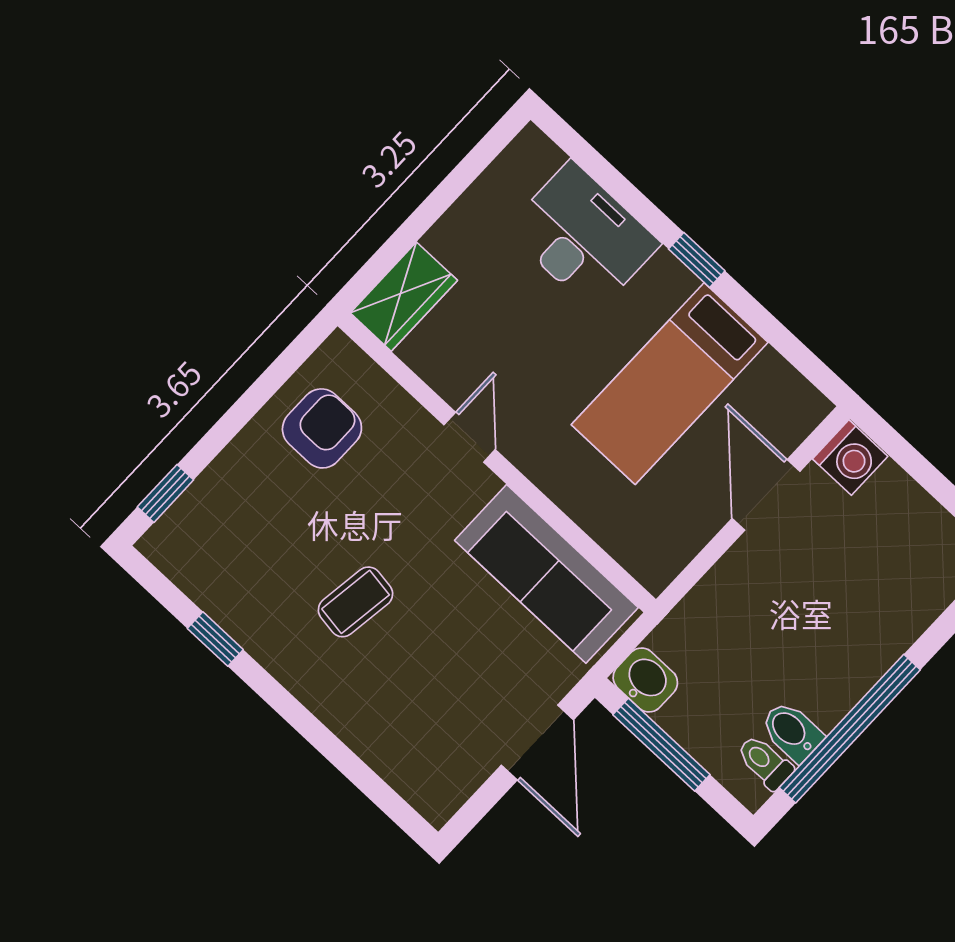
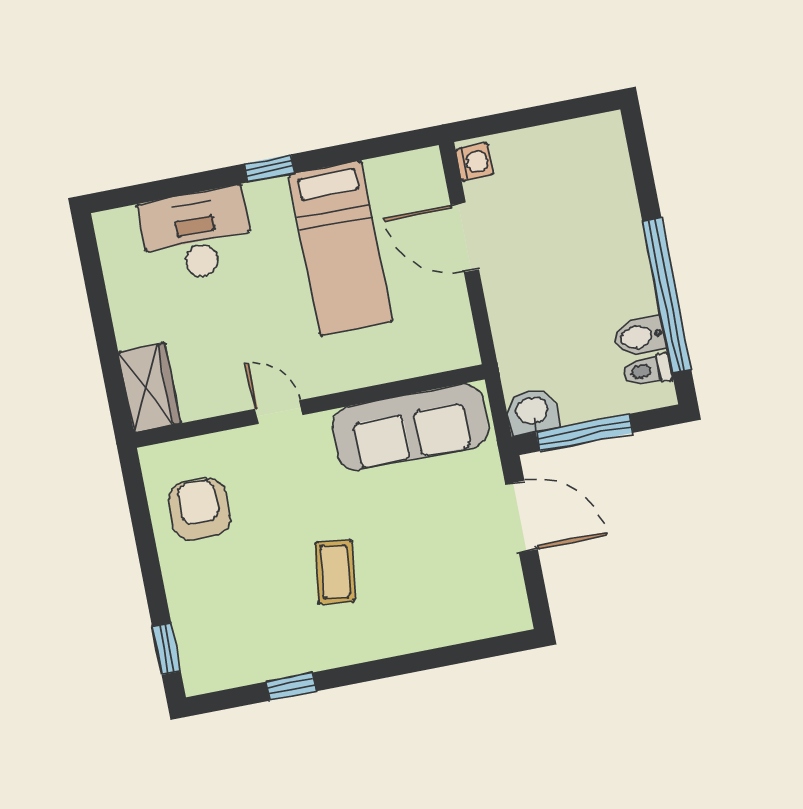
washing machine: (850, 458) -> (475, 162), width x0.73, depth x0.73

